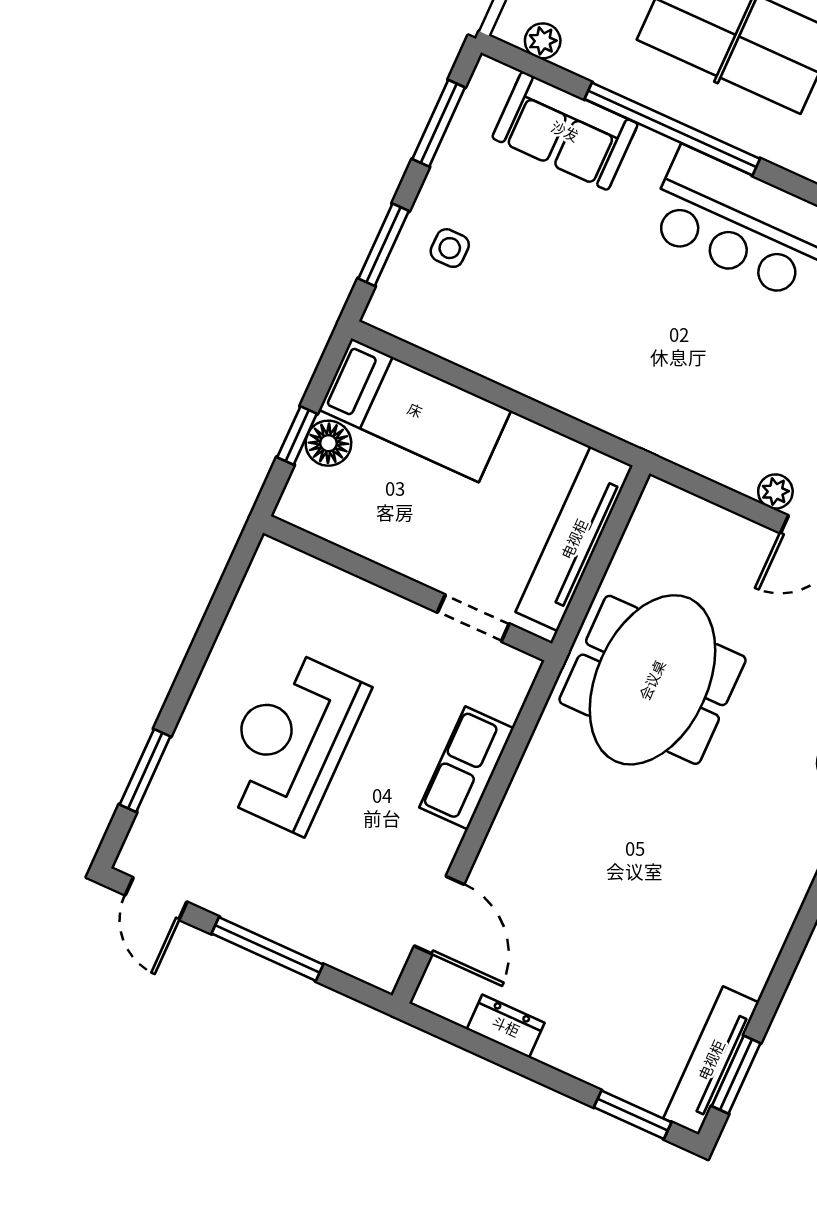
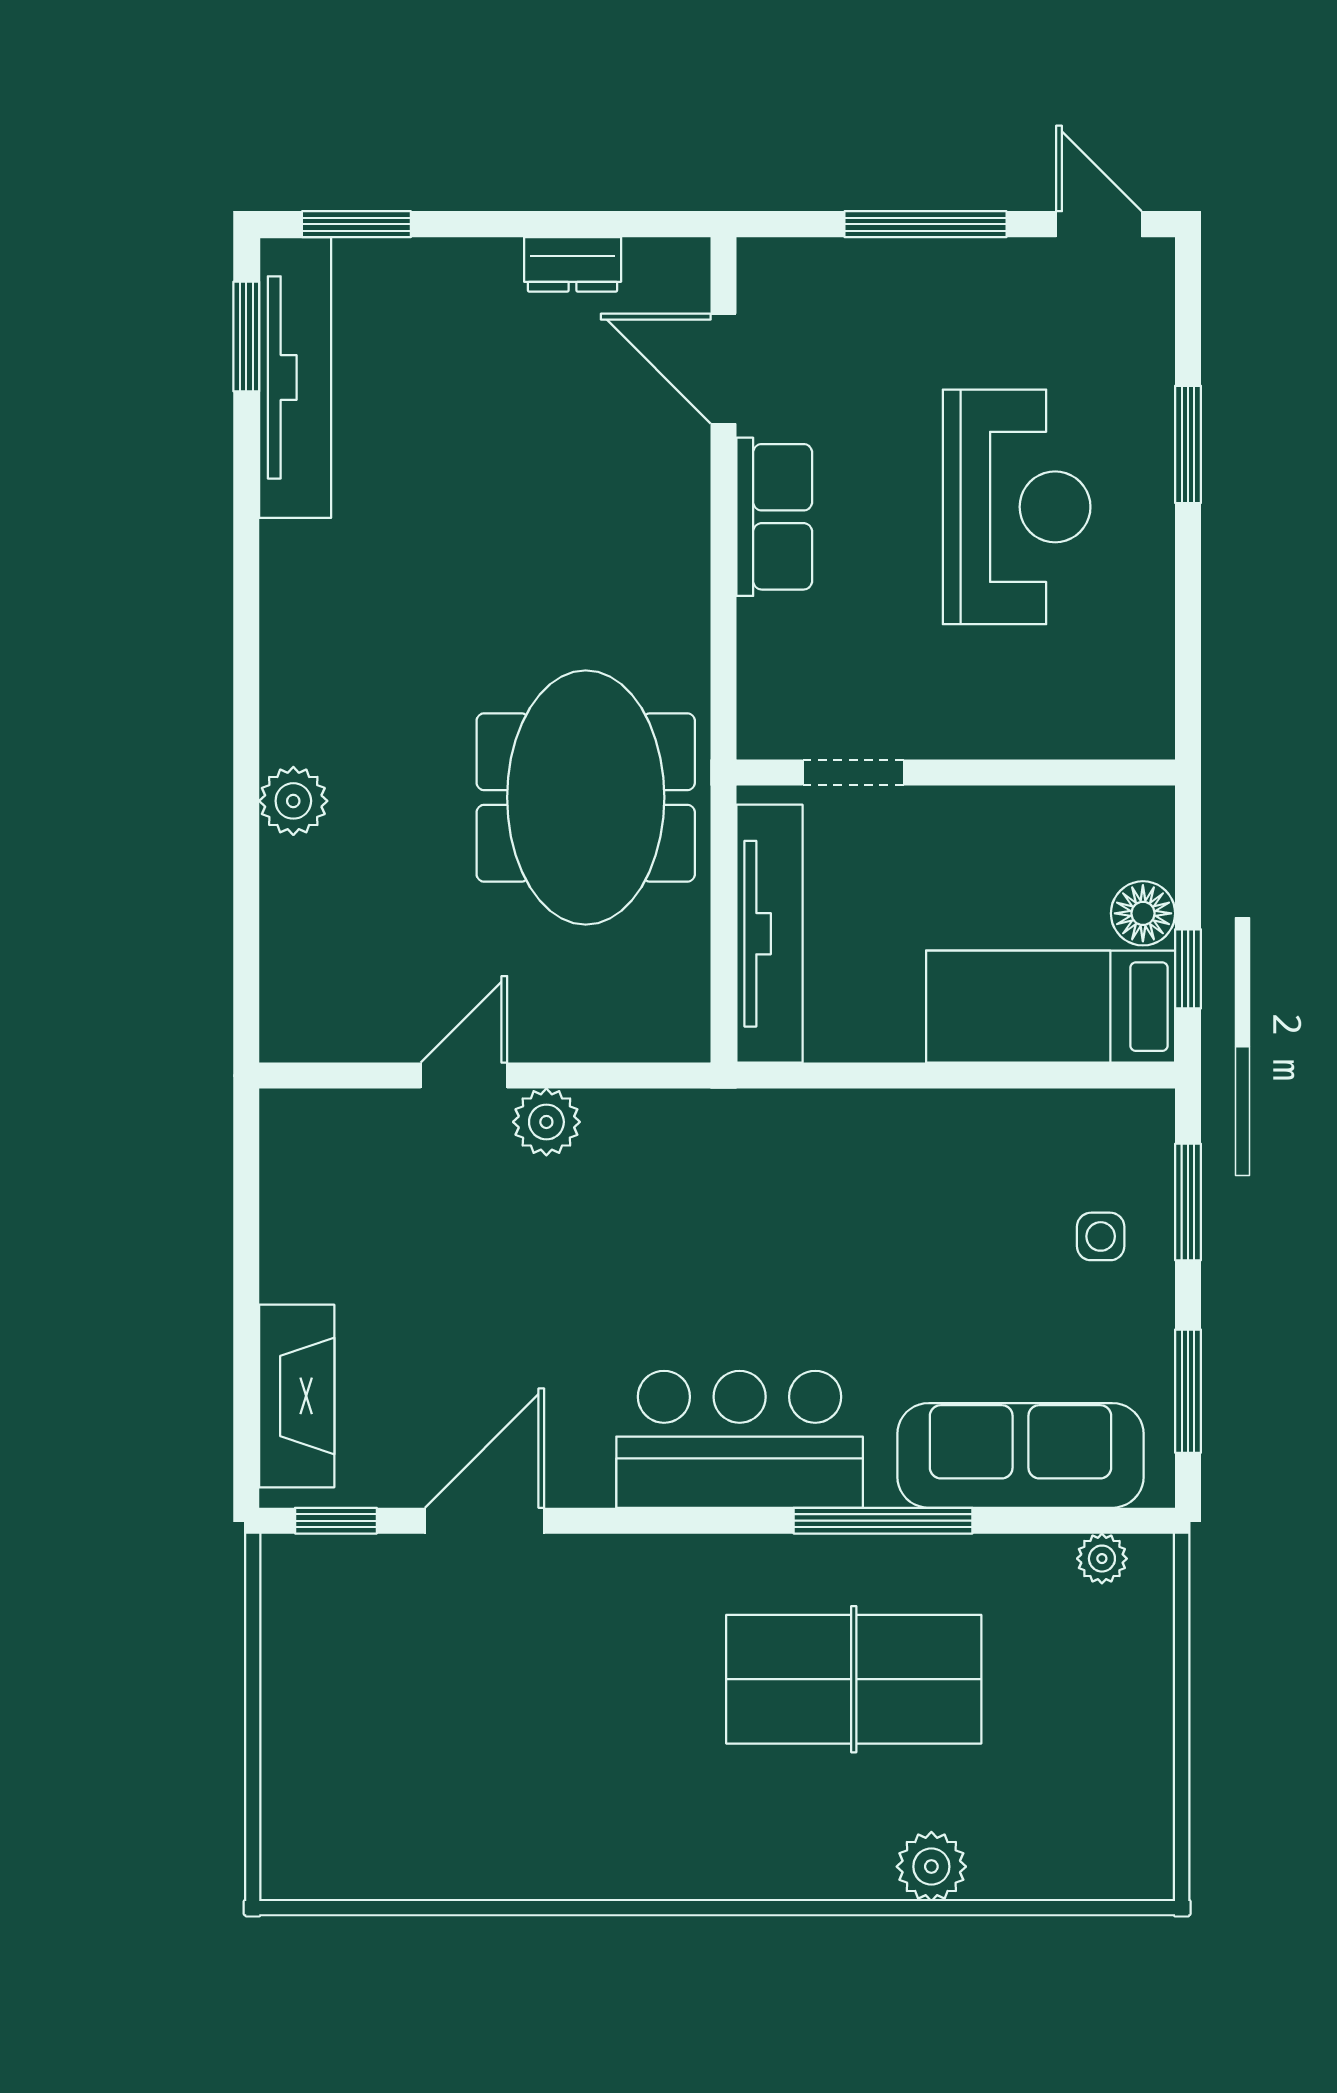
window: (672, 129) -> (883, 1521), width x0.68
sofa: (565, 131) -> (1020, 1455), width x1.36
window: (297, 435) -> (1188, 969), moved
plant: (775, 491) -> (546, 1122), width x1.38, depth x1.38
row of seats: (467, 768) -> (774, 517), moved
window: (145, 770) -> (1188, 444), moved
tv unit: (711, 1060) -> (295, 377), width x1.36, depth x1.29

